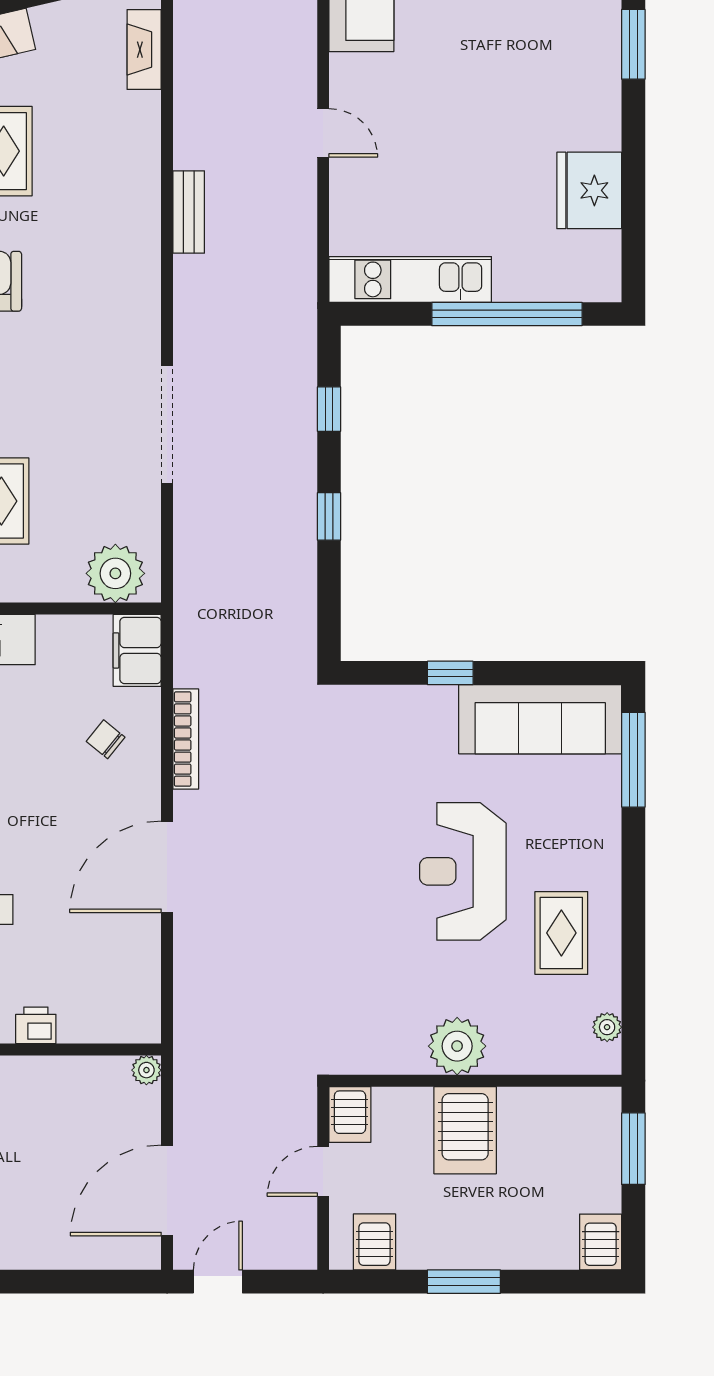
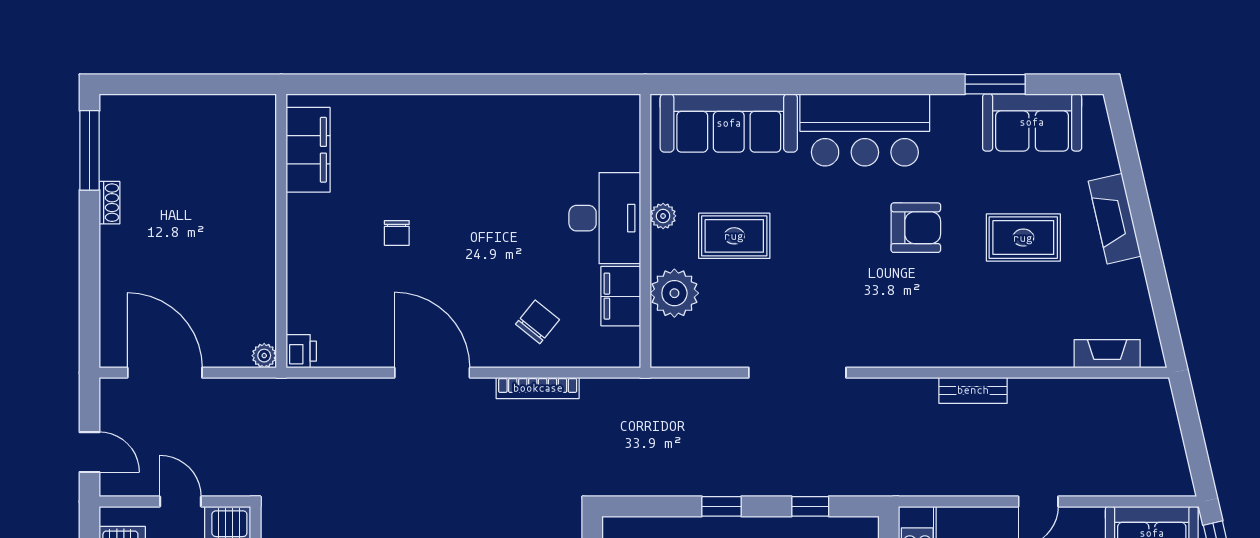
plant: (115, 573) -> (674, 293), moved
filing cabinet: (137, 650) -> (621, 296), moved, turned -90
chair: (106, 739) -> (537, 322), width x1.37, depth x1.37
printer: (36, 1025) -> (301, 351), moved
door: (218, 1282) -> (89, 452), moved

